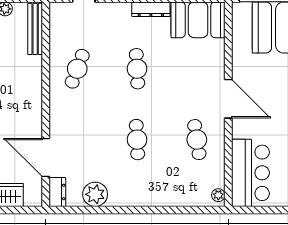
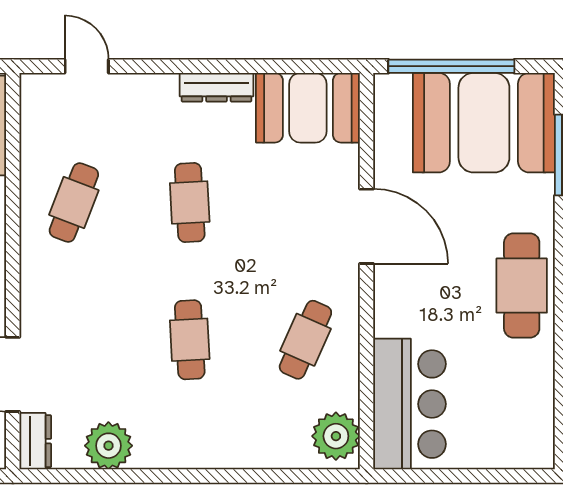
door: (228, 99) -> (367, 226), moved
cafe table: (197, 140) -> (305, 340), turned 33
plant: (218, 195) -> (336, 436), width x1.88, depth x1.88

